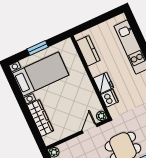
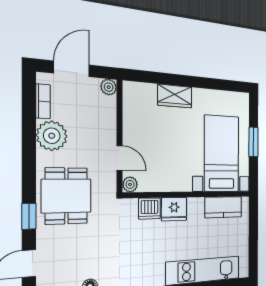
bed with nightstands: (41, 74) -> (222, 154), moved, turned 180
wardrobe: (40, 118) -> (175, 96), width x0.67

